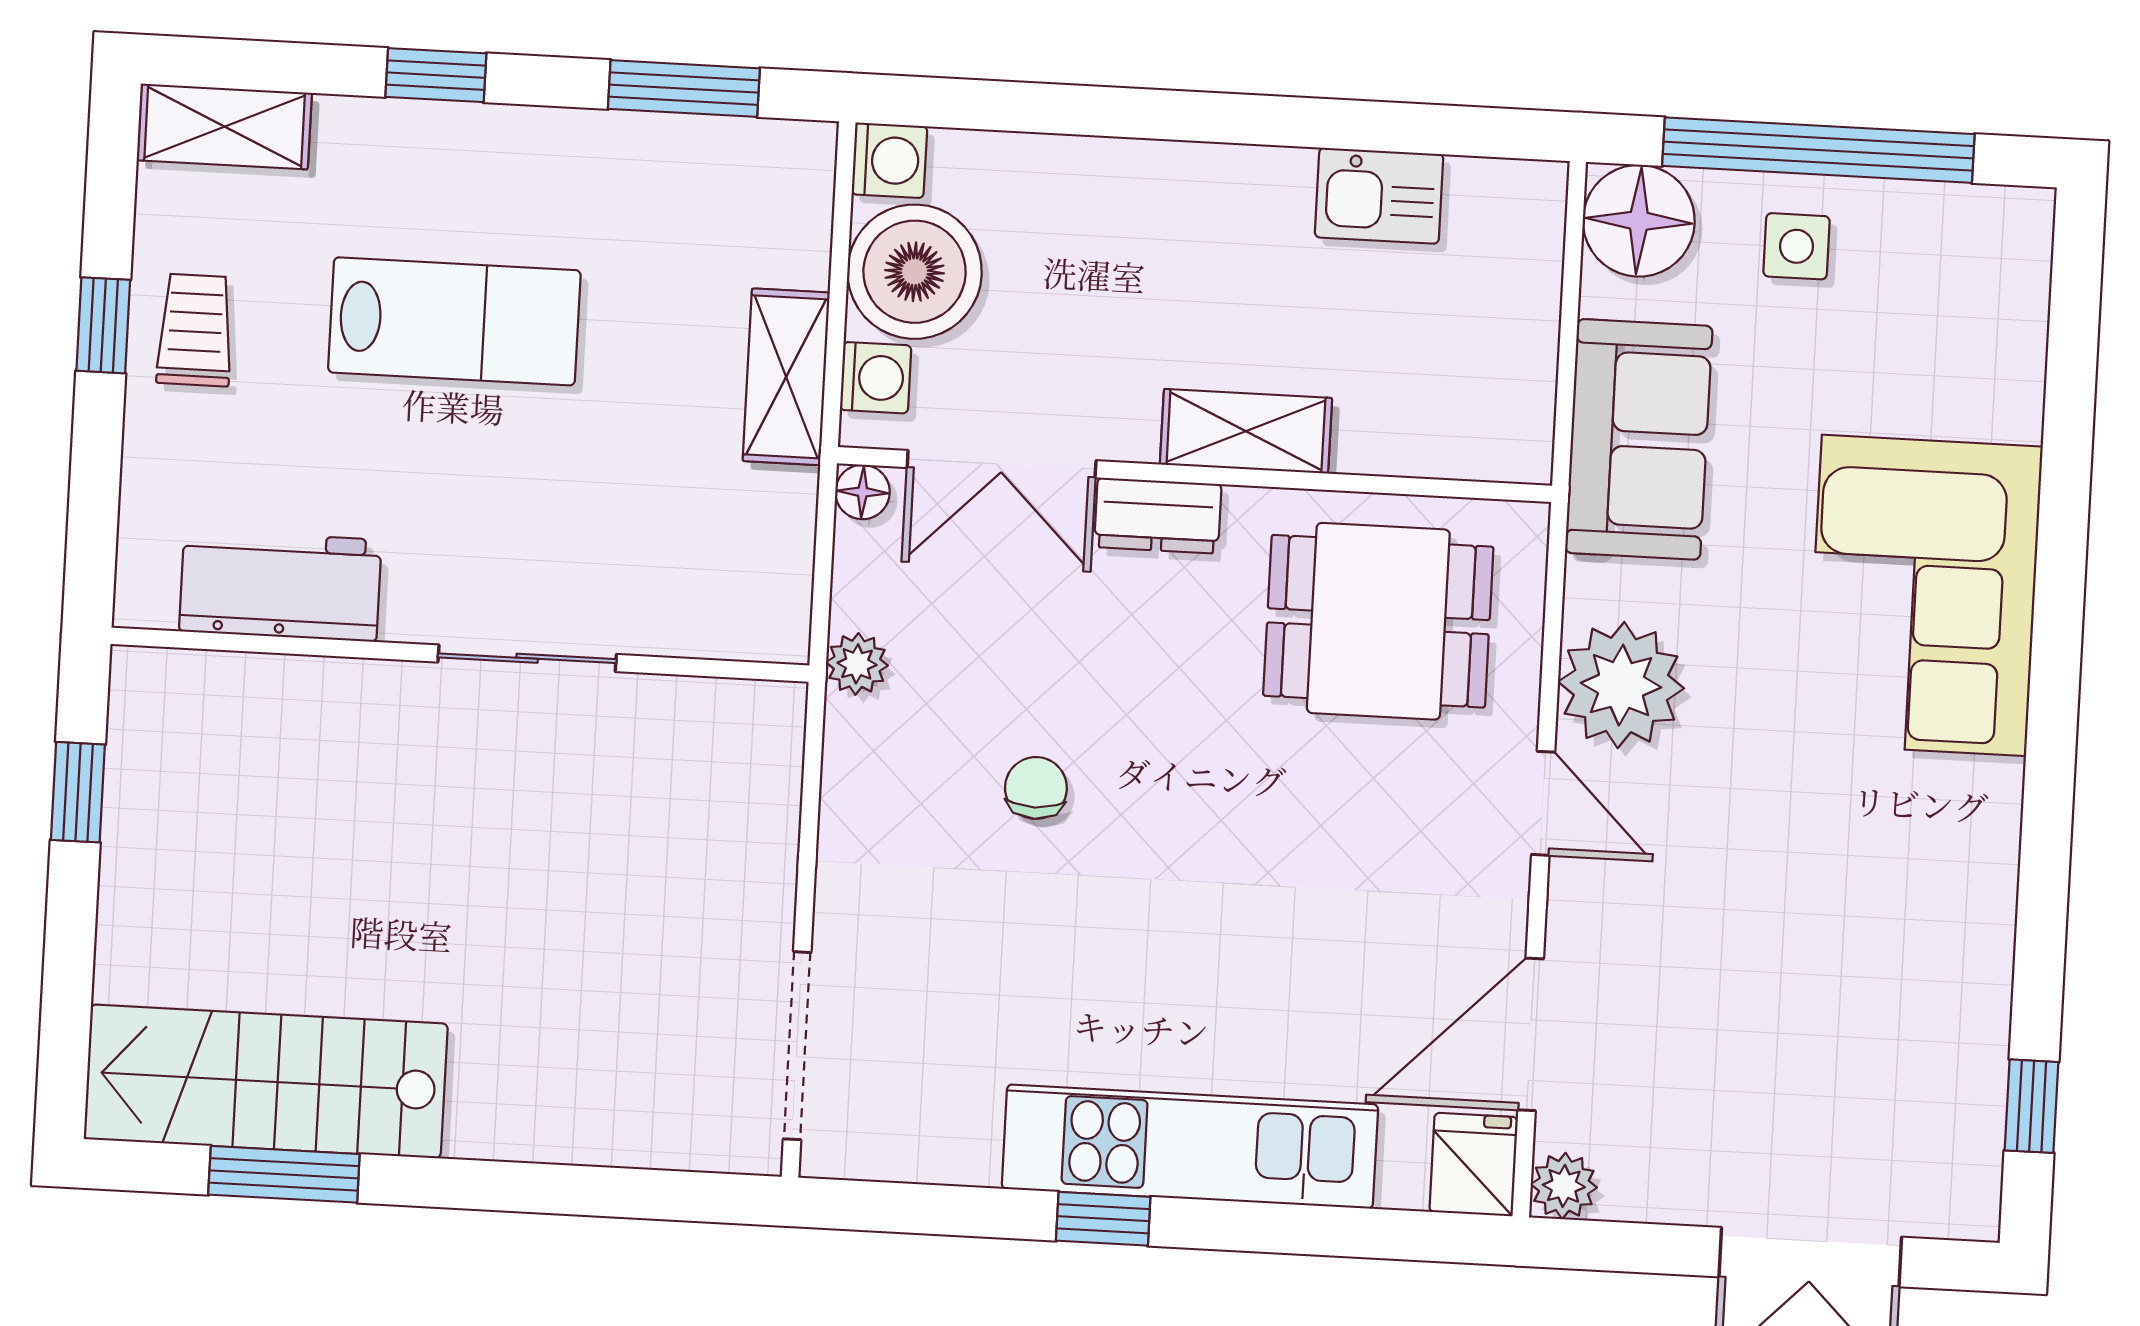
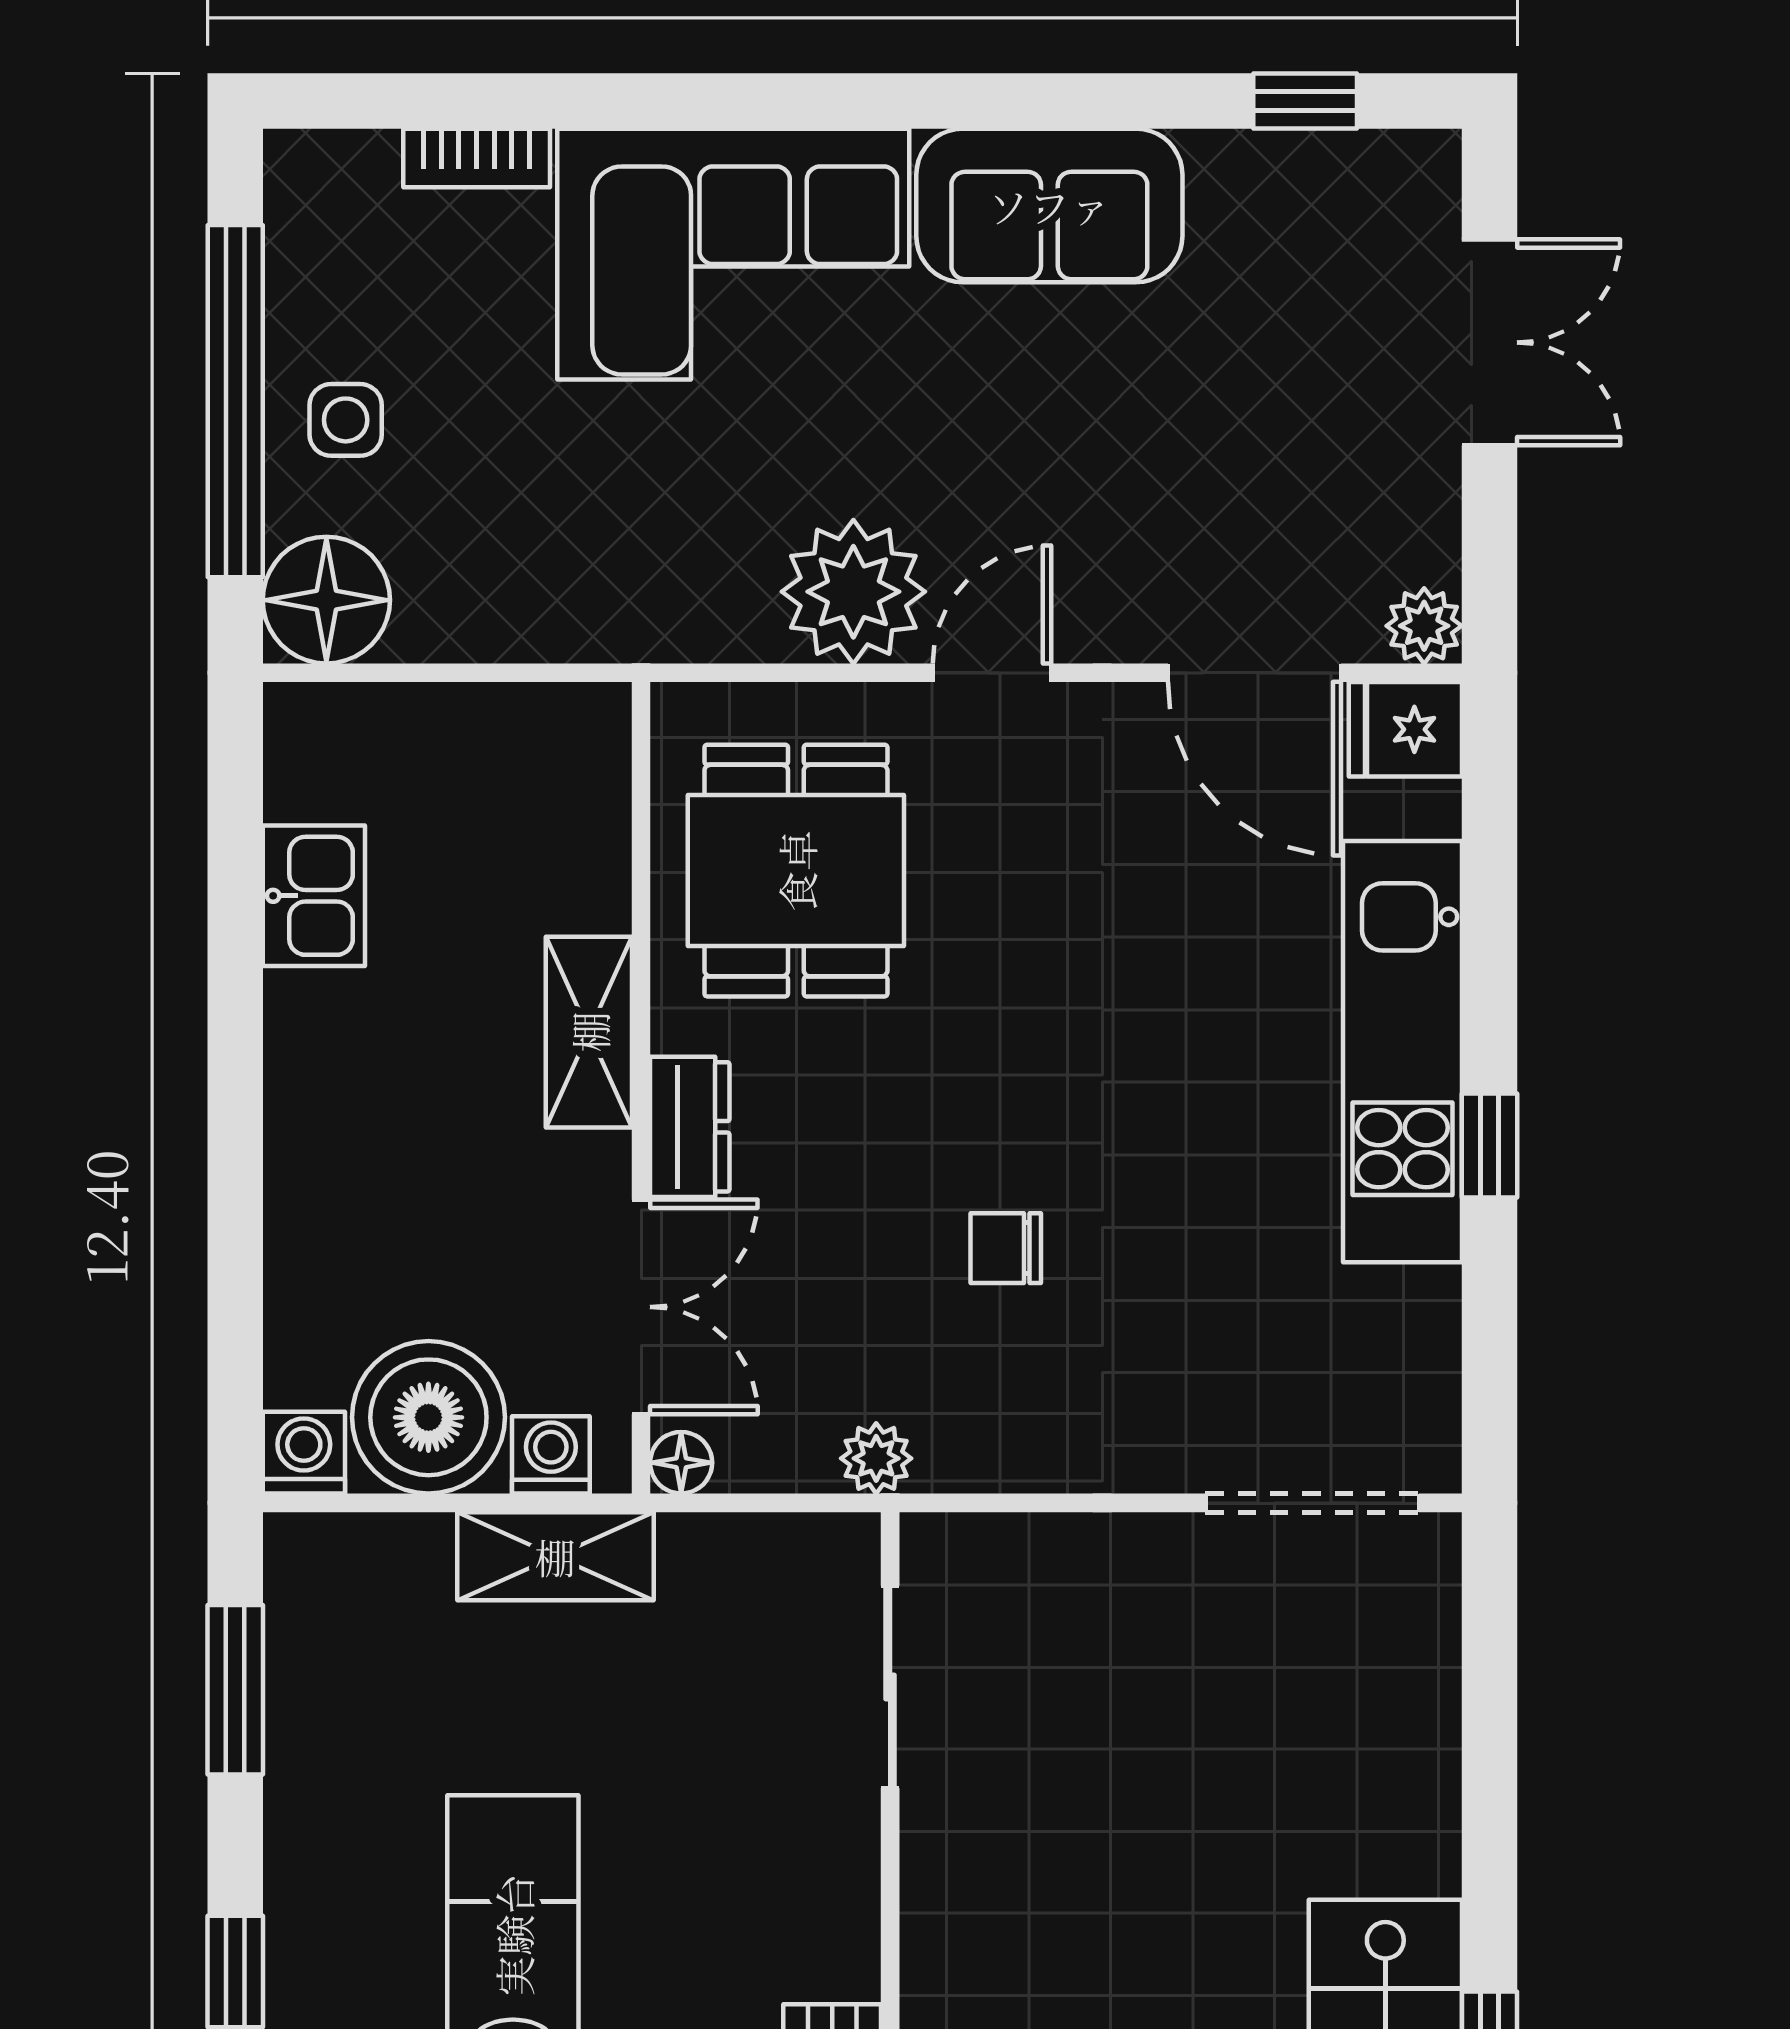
bookcase: (2021, 374) -> (477, 158), added
sofa: (1639, 439) -> (1049, 205), moved, turned 180
sliding door: (527, 658) -> (890, 1687), moved

